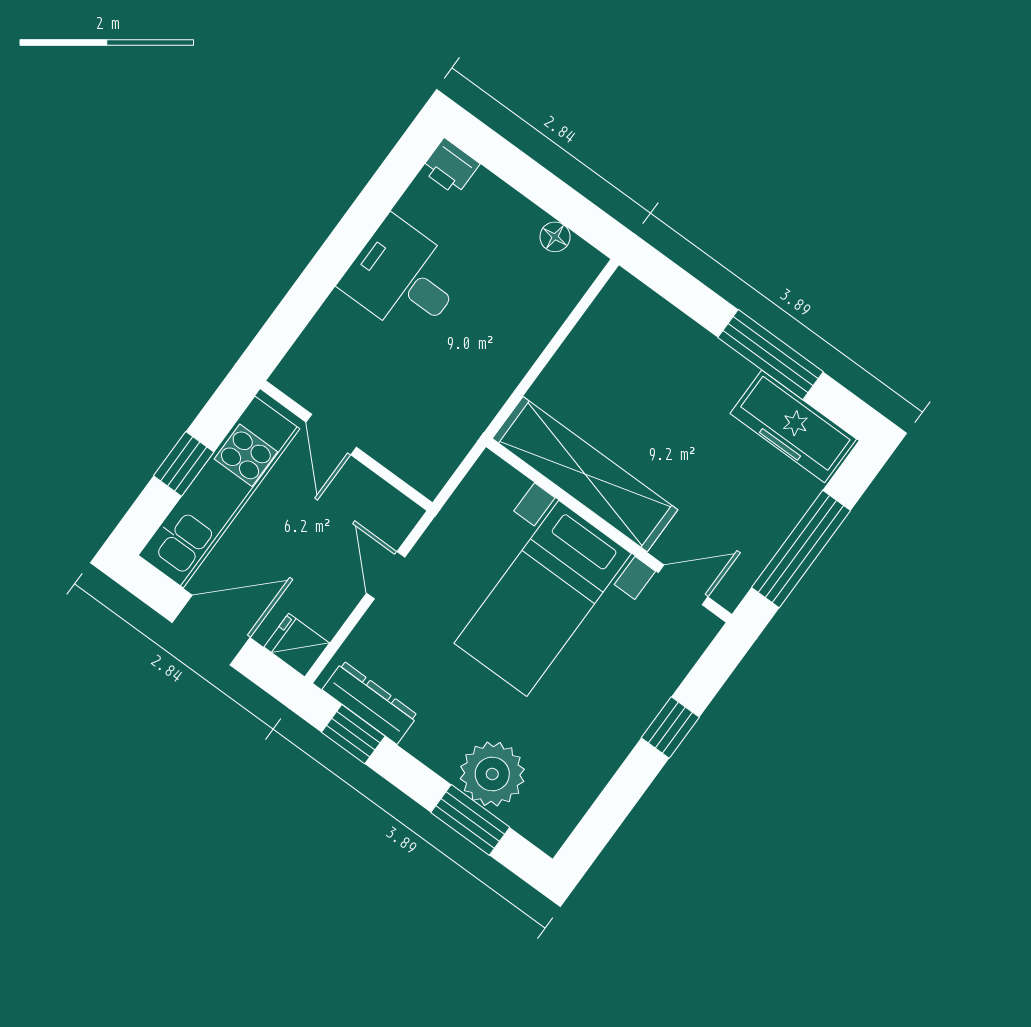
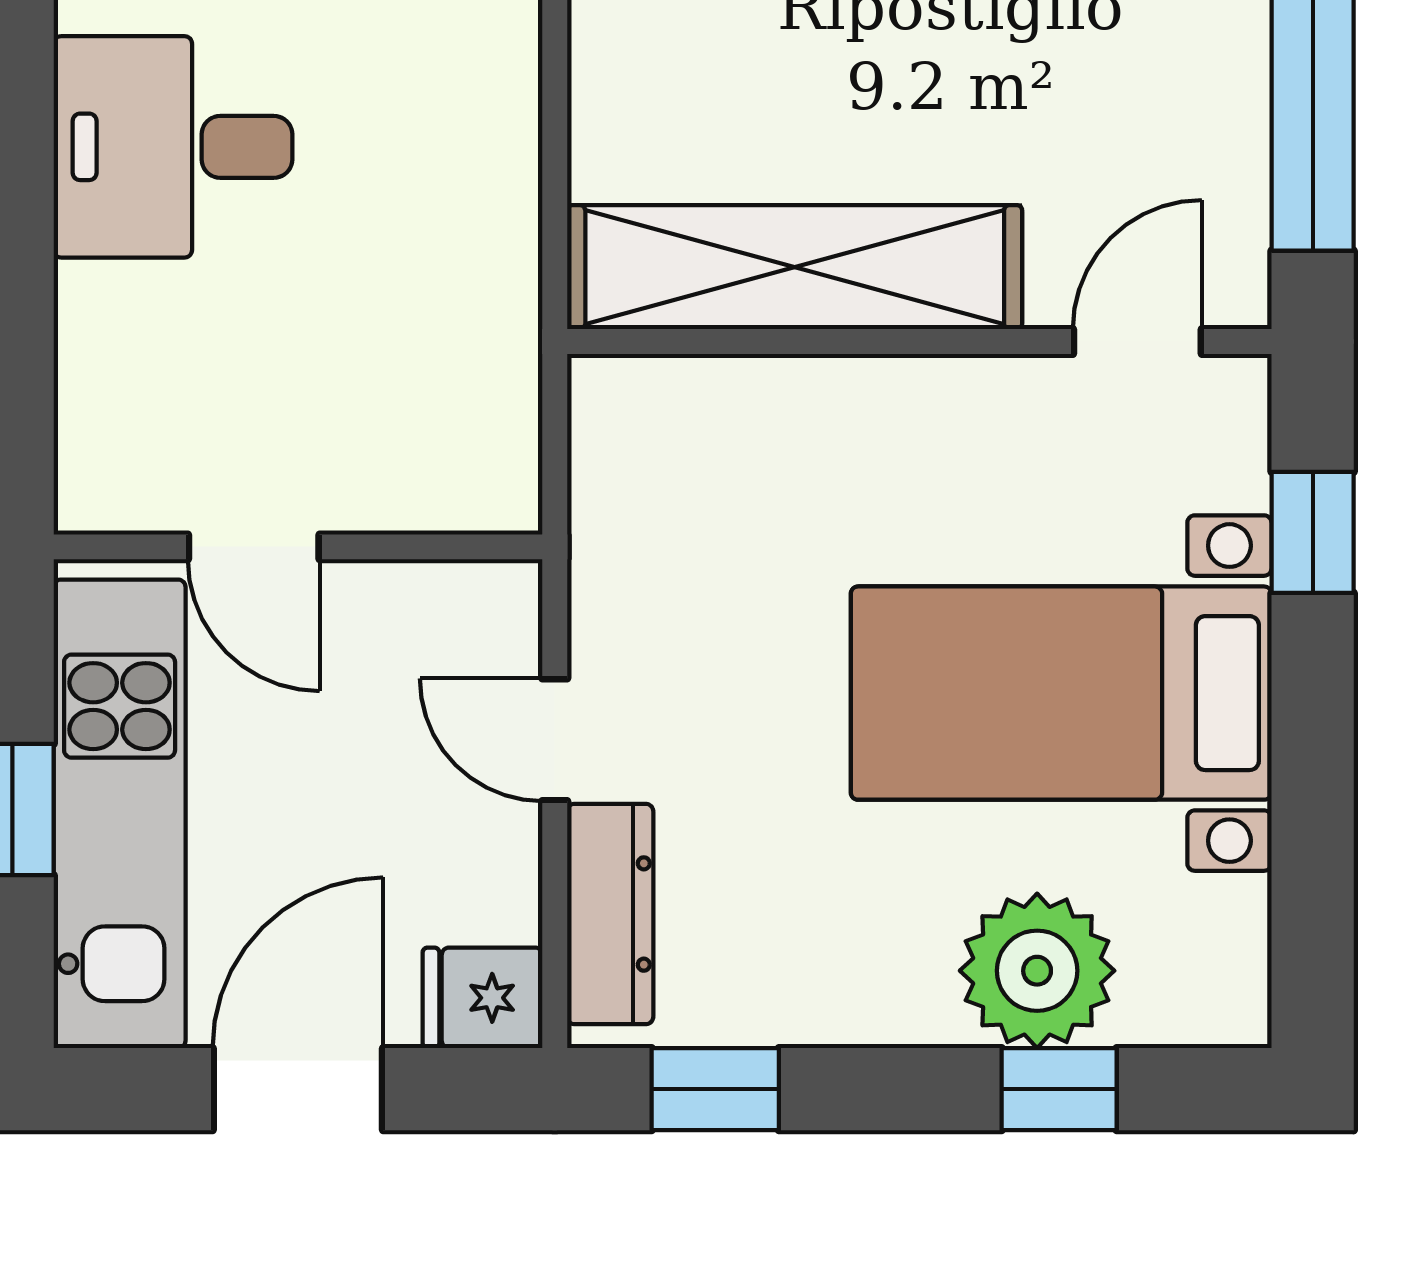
bed with nightstands: (543, 598) -> (1061, 693), moved, turned 90
dresser: (370, 702) -> (610, 914), moved, turned 90
window: (670, 728) -> (1313, 532), moved
window: (470, 820) -> (1059, 1089), width x0.67

